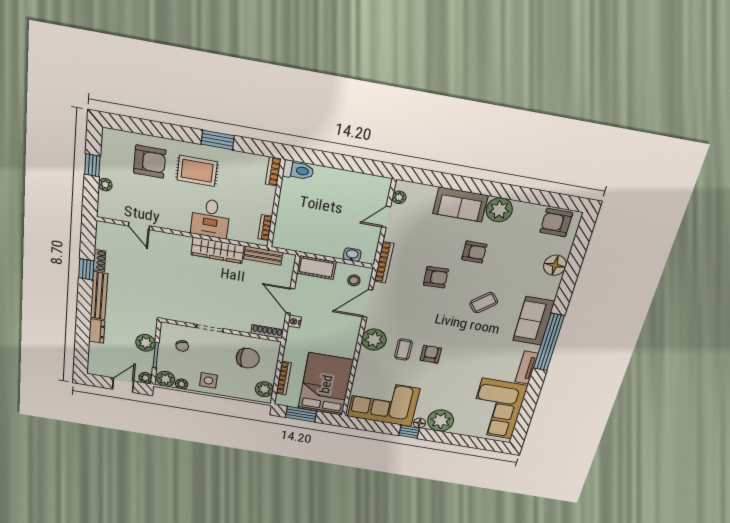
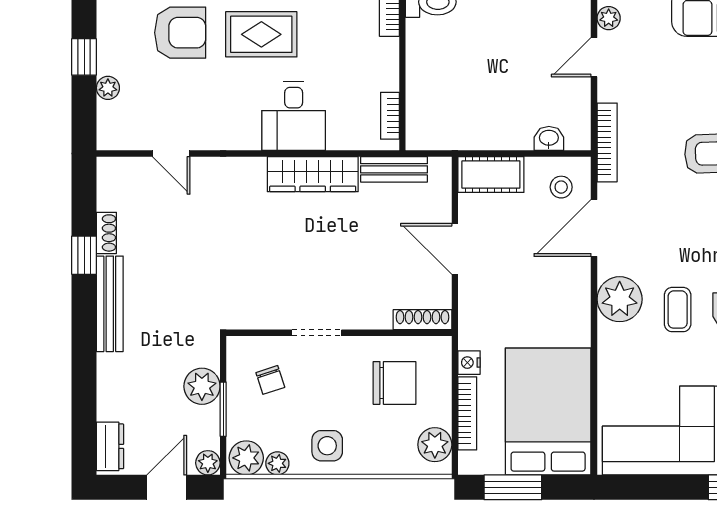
nightstand: (295, 322) -> (469, 363), moved
dresser: (97, 331) -> (110, 446), moved

